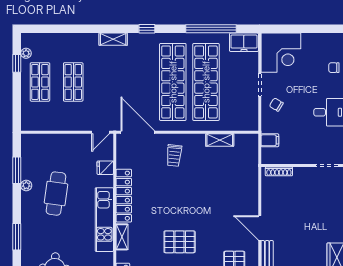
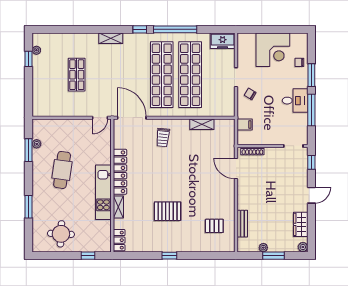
window: (211, 29) -> (175, 29), moved
corner desk: (281, 53) -> (273, 50), moved
shop shelf: (40, 82) -> (48, 75), removed
fridge: (105, 168) -> (104, 148), removed
plant: (26, 185) -> (37, 144), moved
door: (260, 228) -> (236, 168), moved

